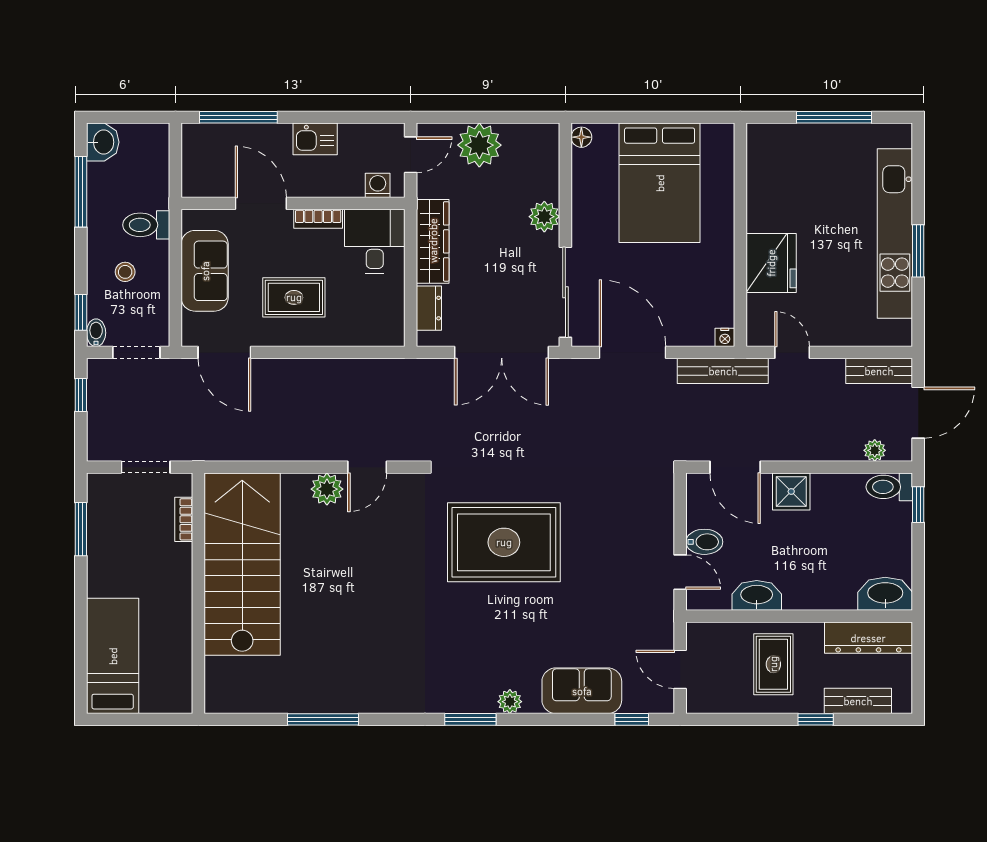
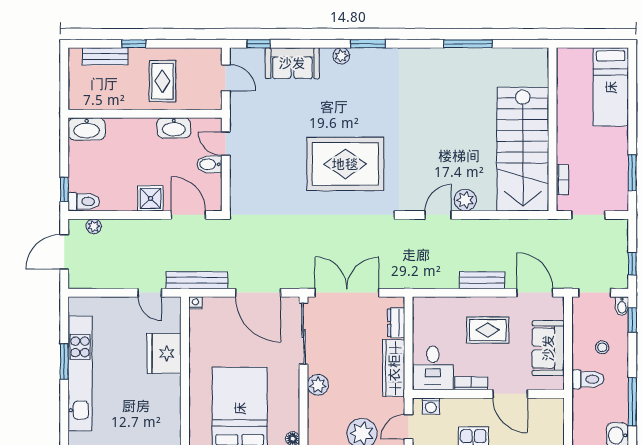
bench: (879, 371) -> (482, 280), moved
dresser: (868, 638) -> (98, 99), removed

